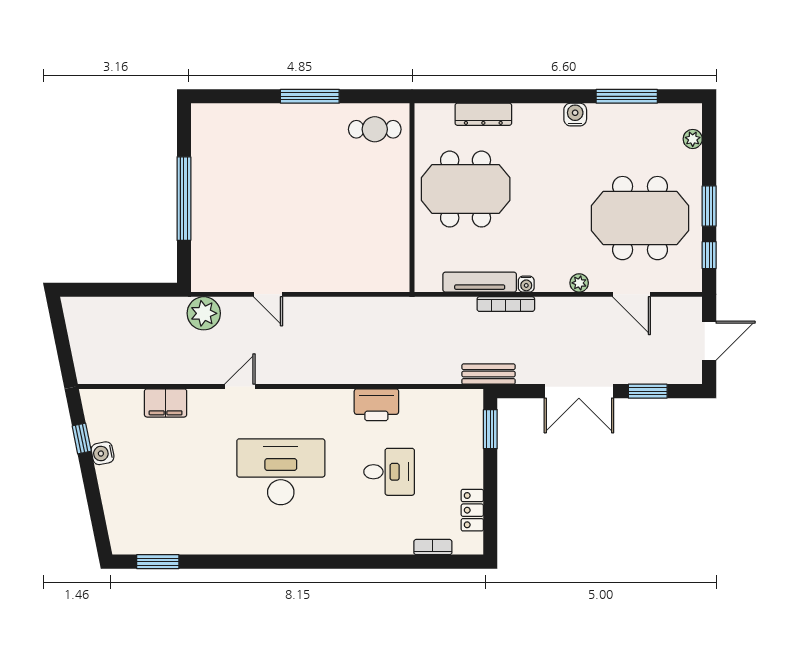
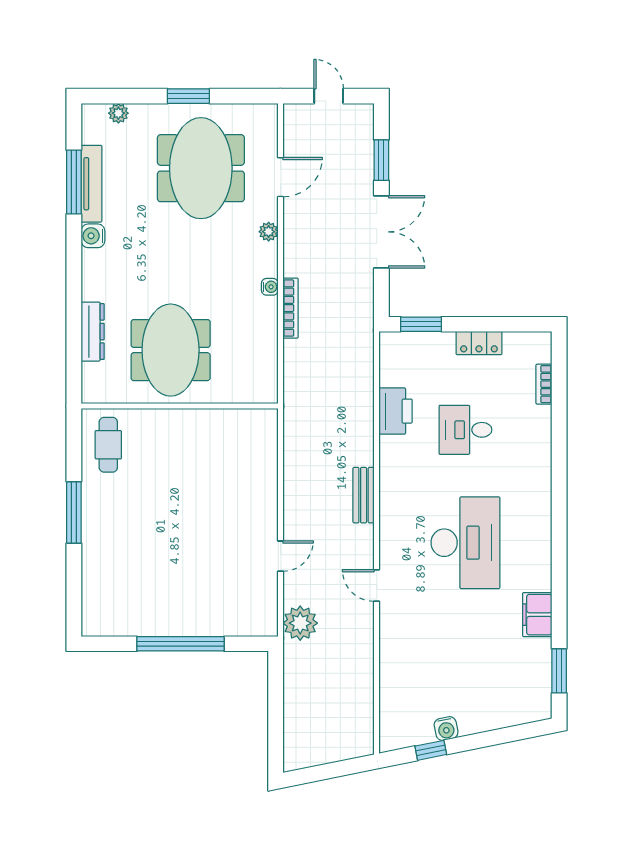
window: (709, 255) -> (239, 96), removed
tv unit: (480, 282) -> (91, 184), moved, turned 180
door: (709, 341) -> (329, 96), width x0.73
bench: (488, 374) -> (364, 495), moved
filing cabinet: (166, 403) -> (537, 615), moved, turned 180
printer: (376, 405) -> (396, 411), moved
desk: (281, 472) -> (465, 543), turned 180
desk: (389, 472) -> (465, 430), turned -90
locker: (472, 510) -> (479, 343), moved

